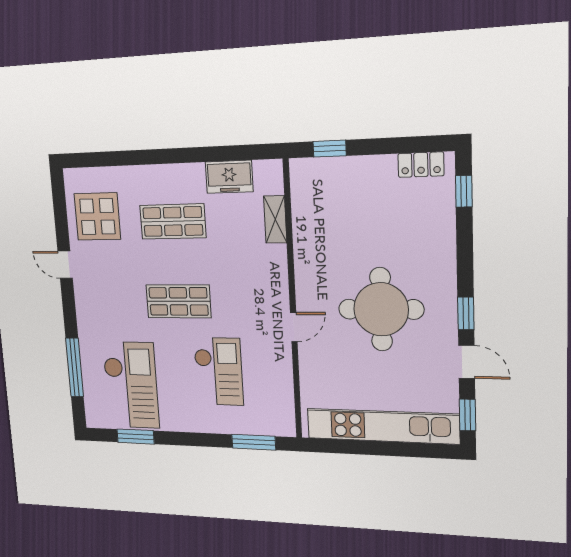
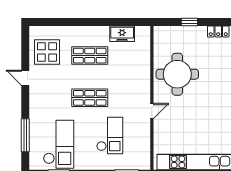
window: (330, 149) -> (189, 22), moved
shelving: (275, 219) -> (145, 56), removed
round table: (381, 309) -> (177, 74), moved

